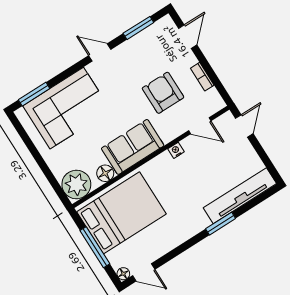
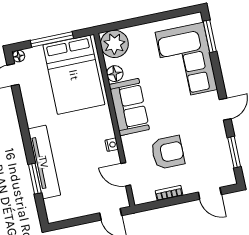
door: (200, 126) -> (126, 174), hinge flipped
tv unit: (240, 196) -> (44, 162), moved
window: (221, 224) -> (35, 179), moved

